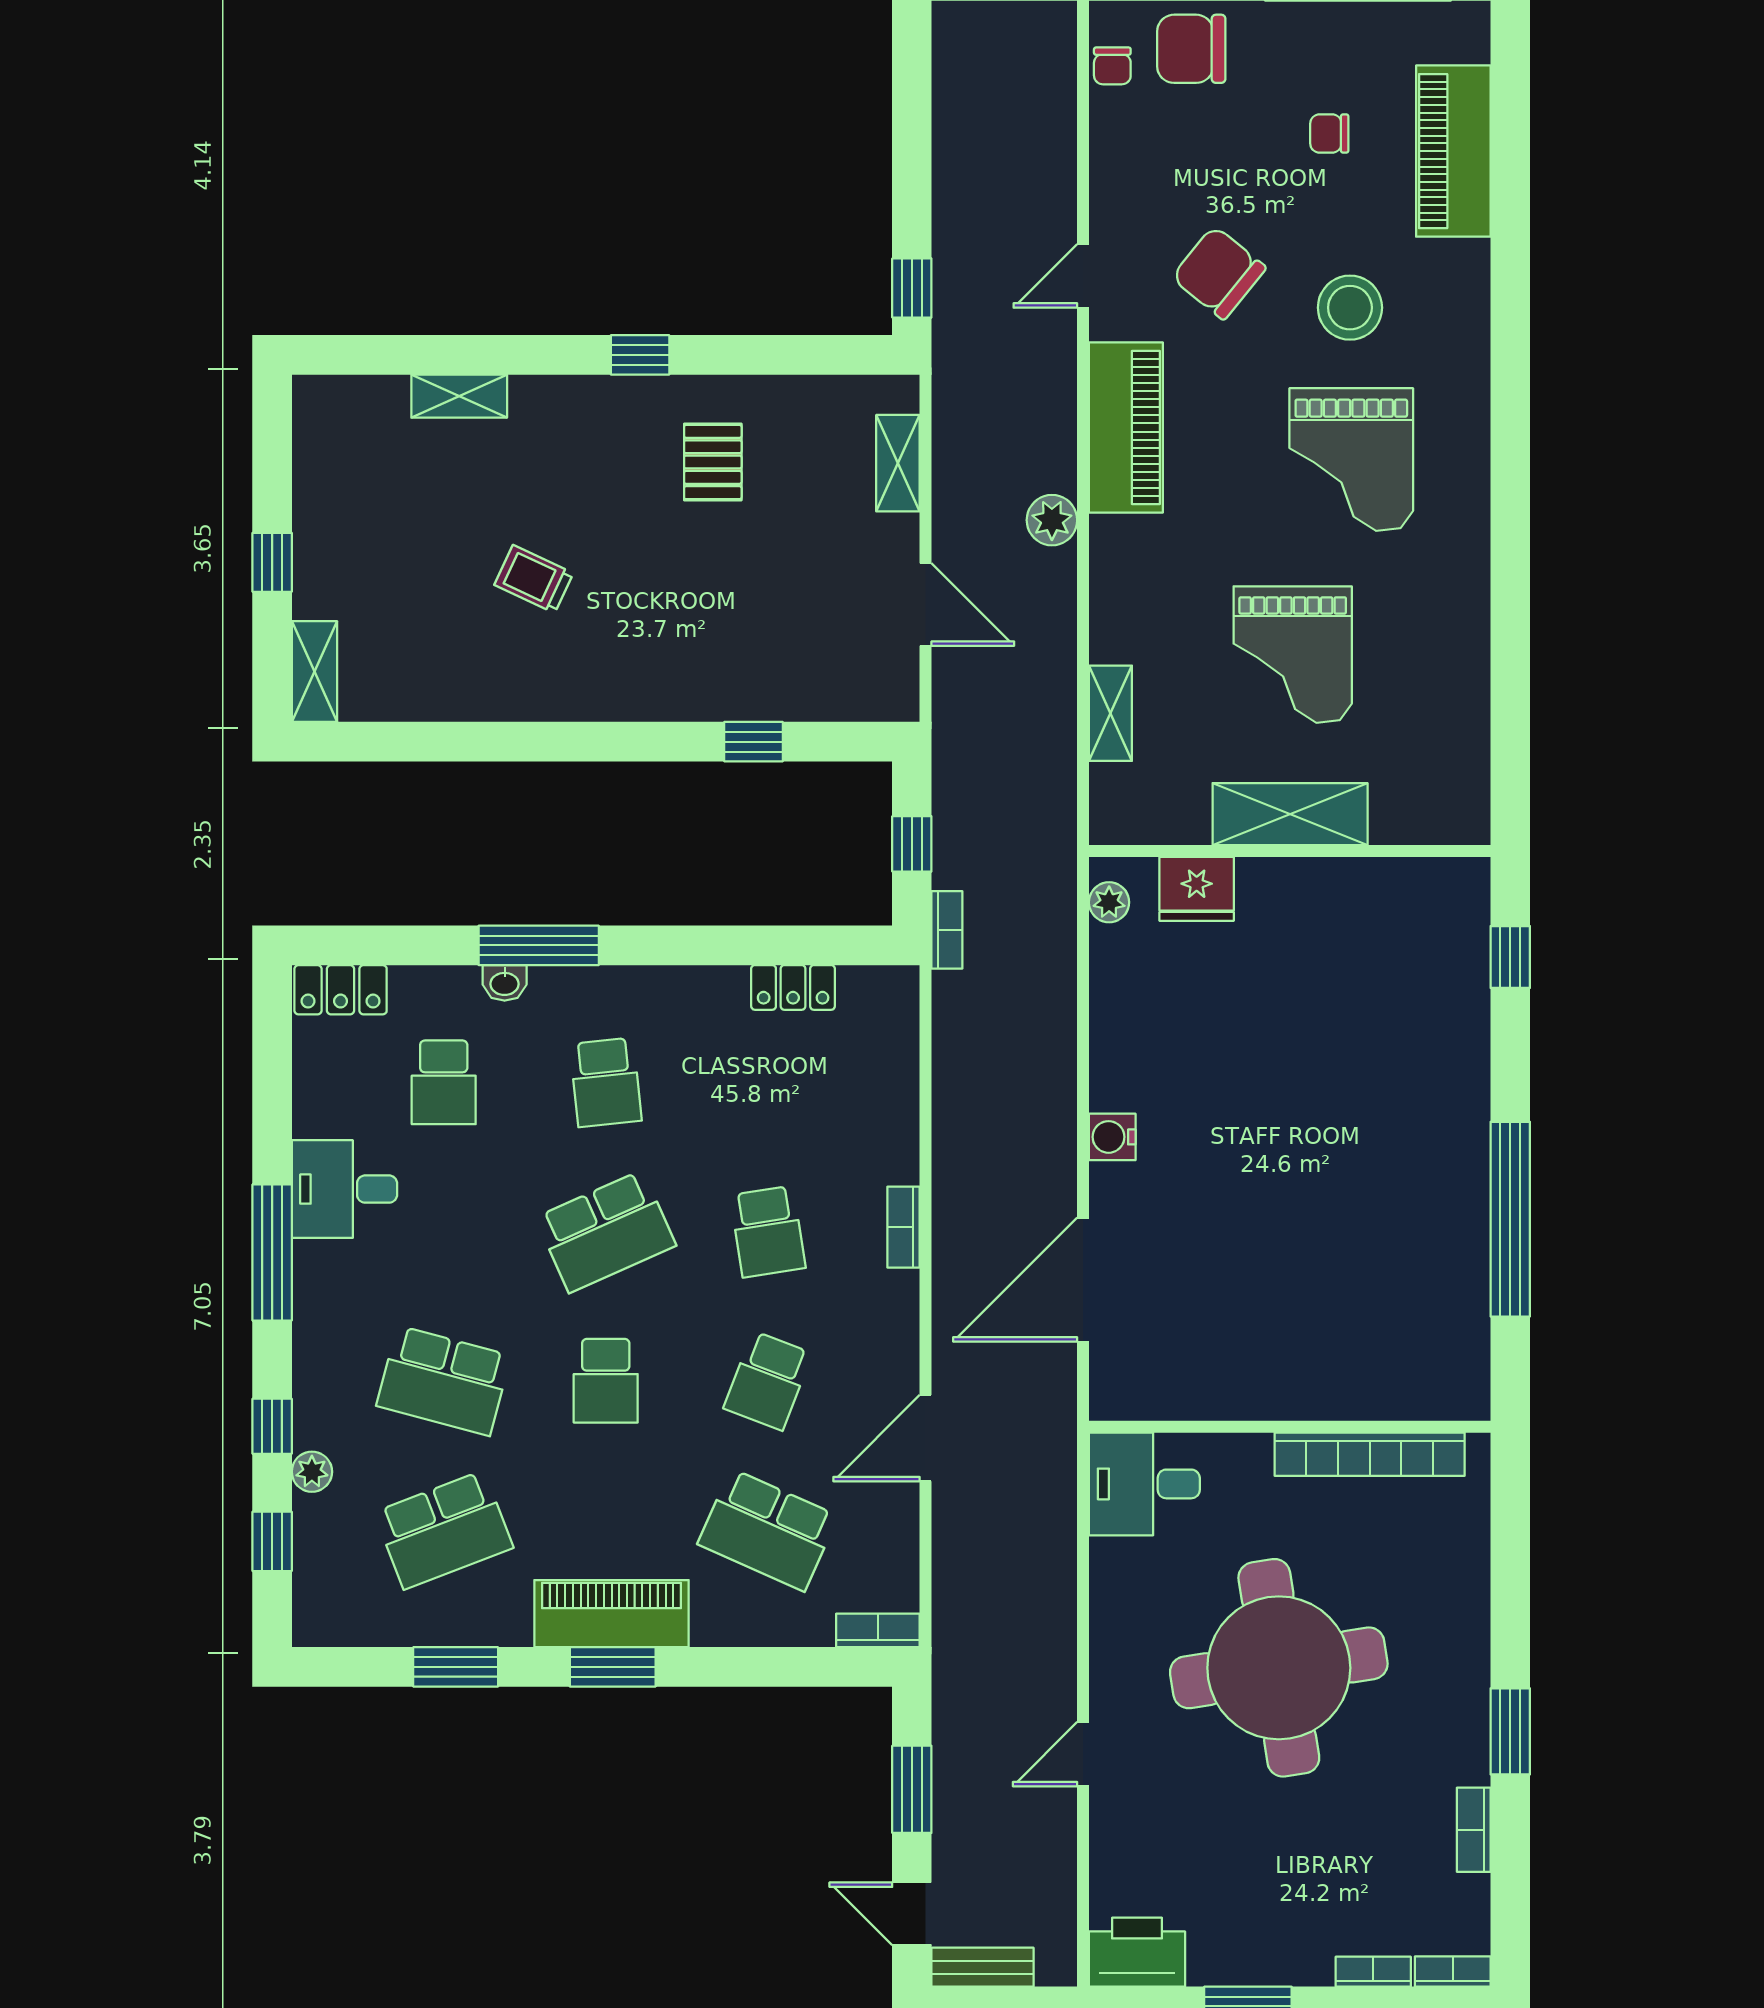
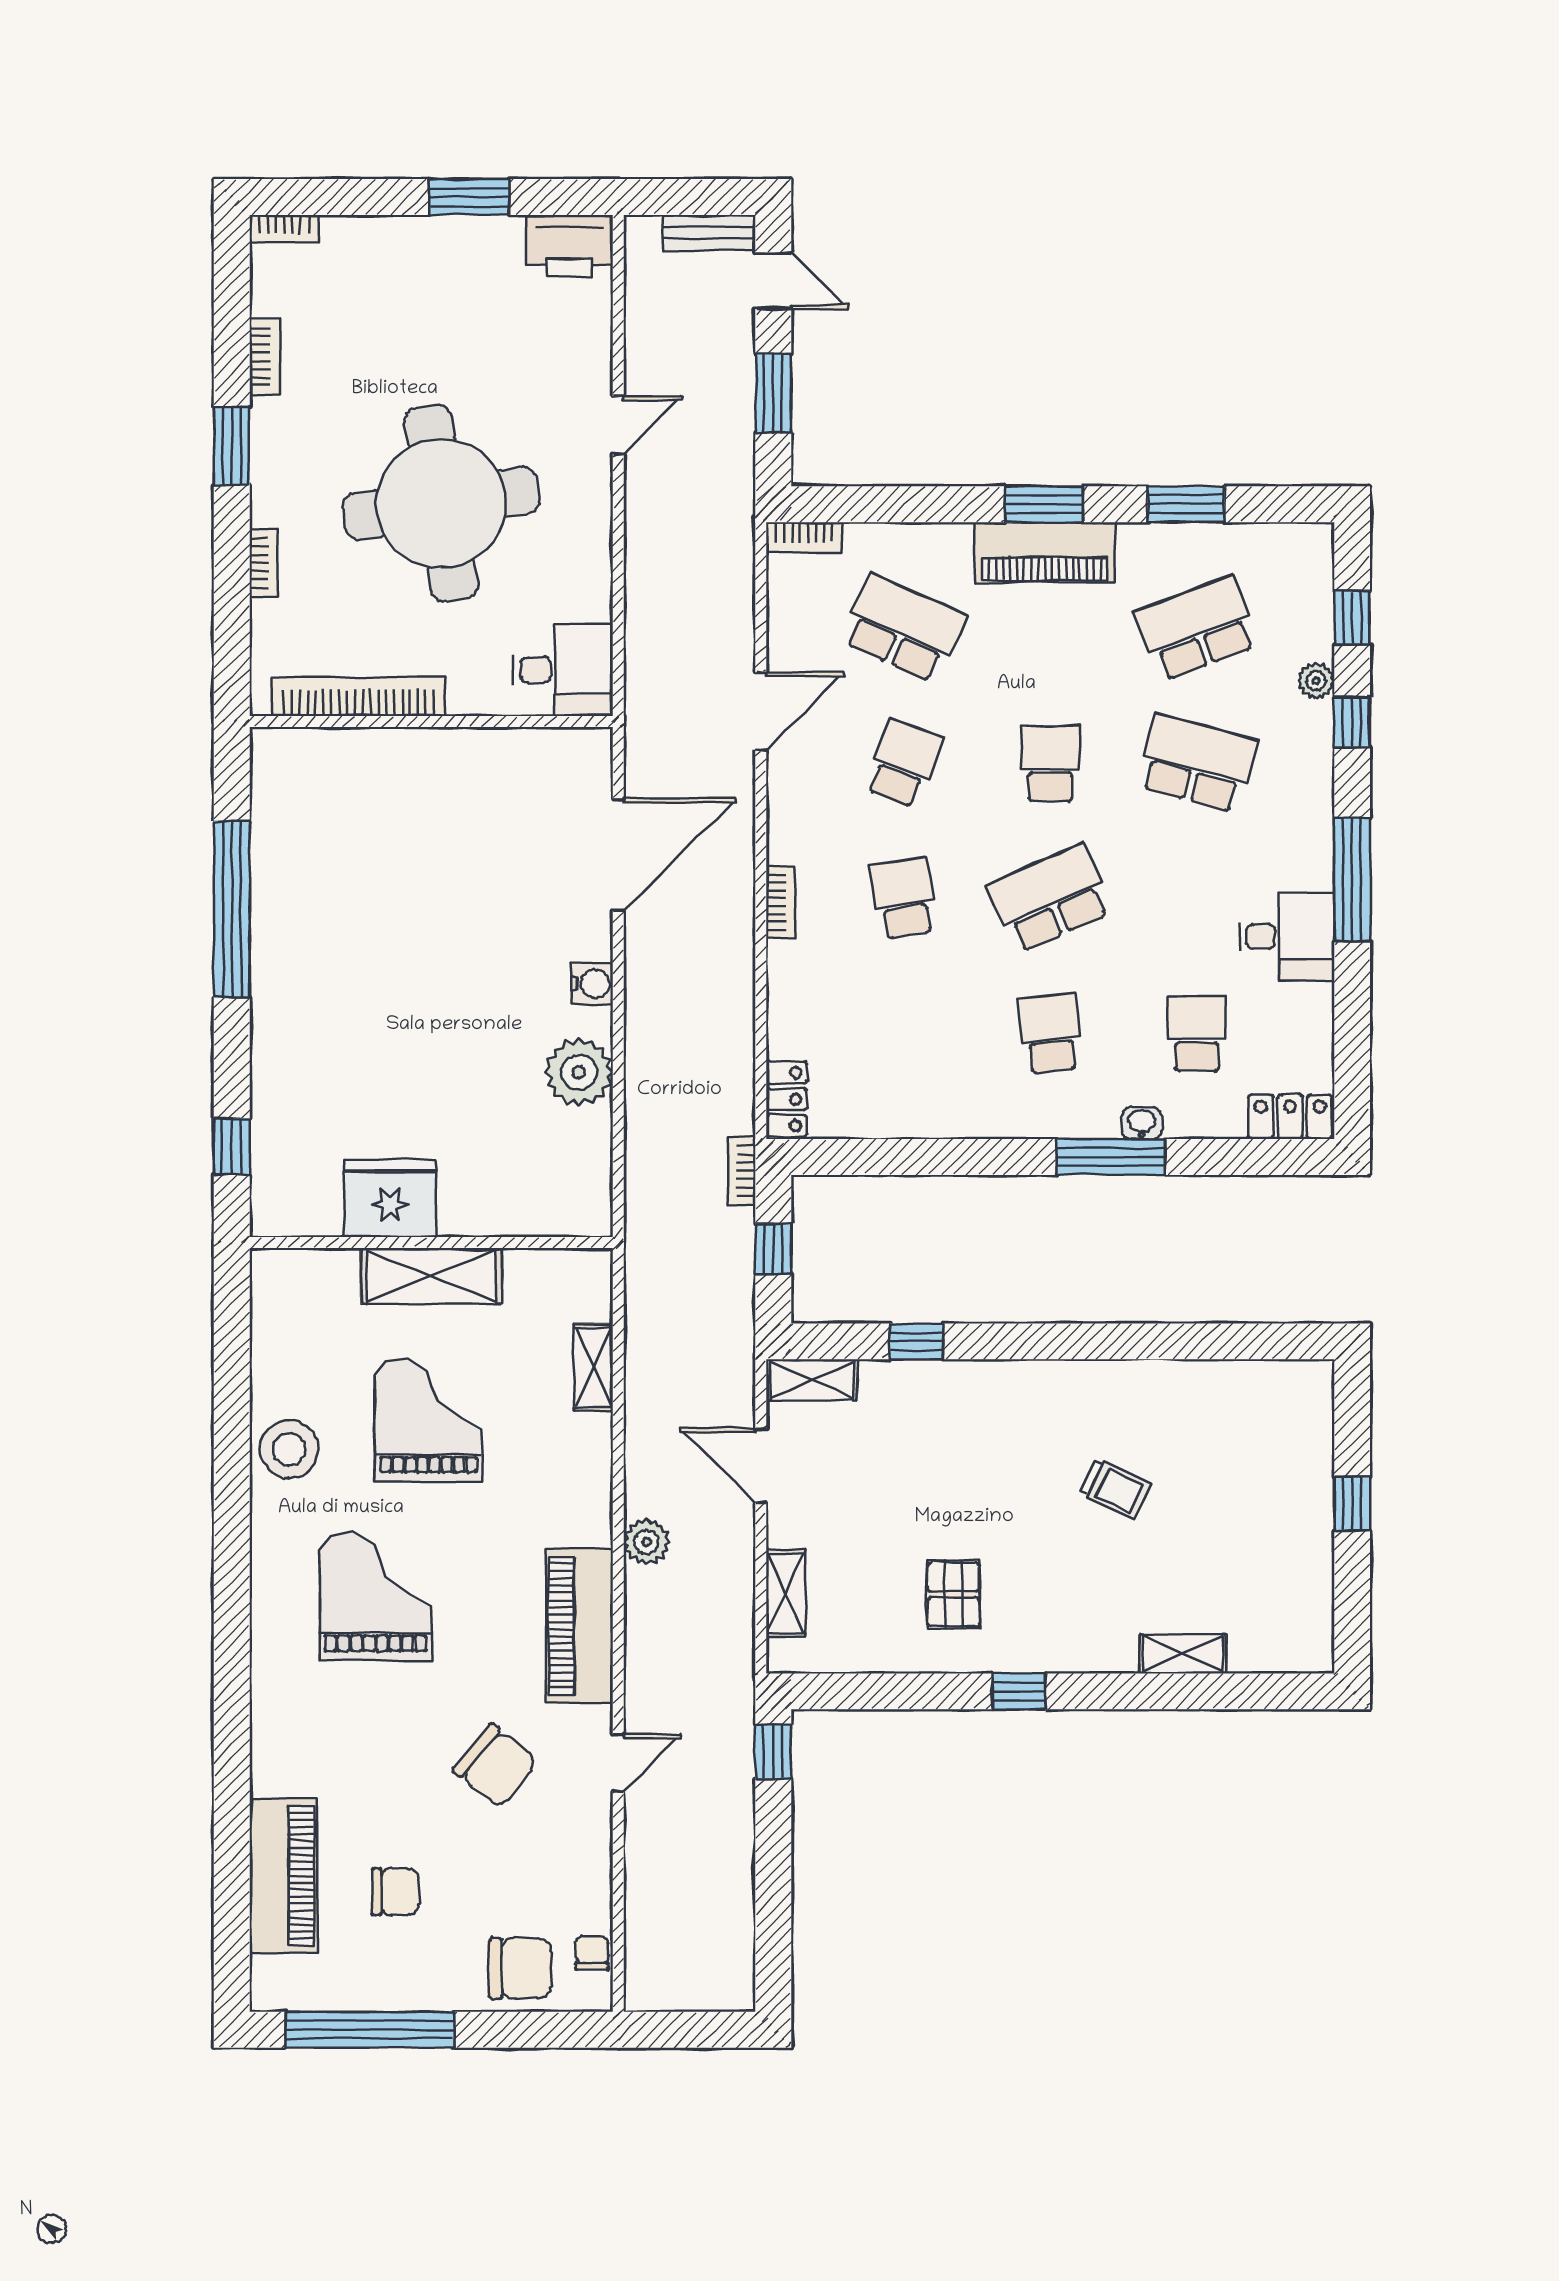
chair: (1329, 134) -> (395, 1892), width x1.37, depth x1.37
stool: (1350, 308) -> (289, 1449), moved
shelving: (314, 672) -> (812, 1380), moved, turned 90
fridge: (1197, 889) -> (390, 1198), moved, width x1.36, depth x1.34
plant: (1109, 902) -> (579, 1072), moved, width x1.87, depth x1.87
locker: (793, 987) -> (786, 1099), moved, turned 90
bookcase: (1373, 1972) -> (263, 563), moved, turned -90

